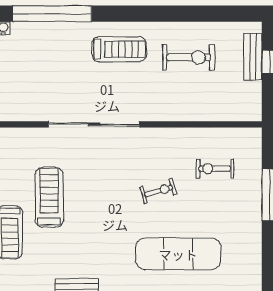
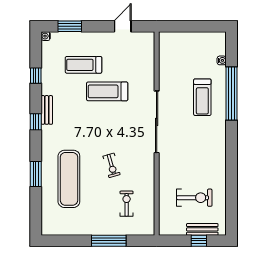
treadmill: (119, 49) -> (202, 97), moved
exercise bike: (189, 57) -> (194, 198), moved, turned -90
treadmill: (49, 197) -> (107, 91), turned 180

